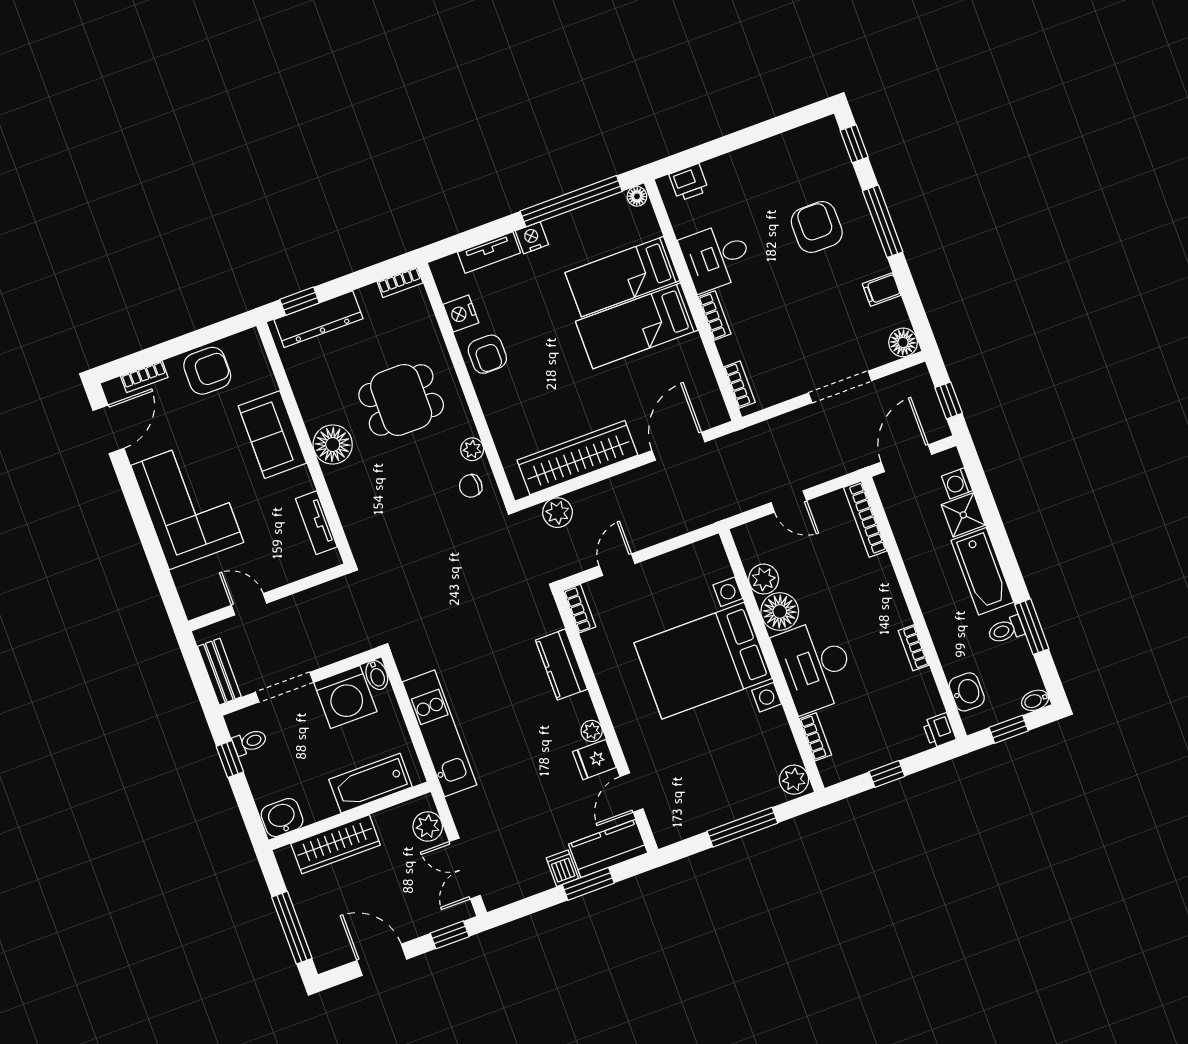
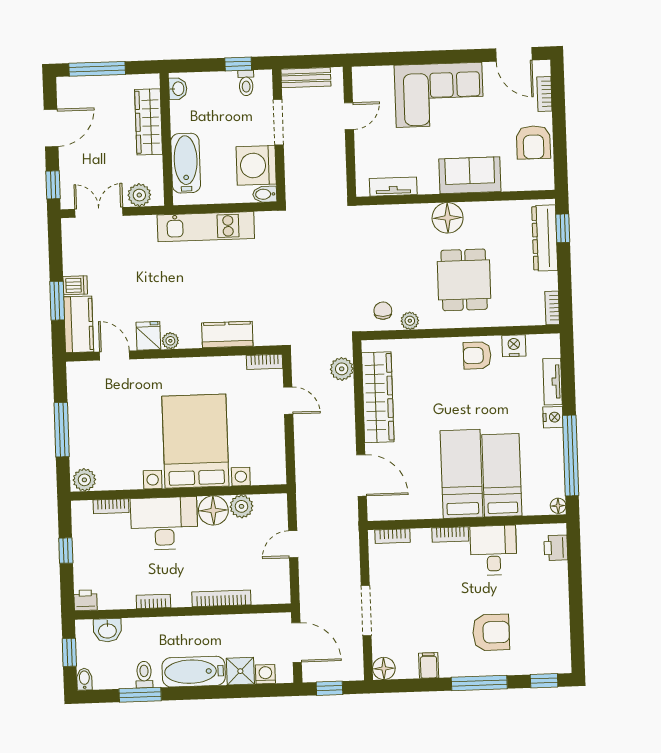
bookcase: (865, 519) -> (221, 598), moved
washbasin: (282, 818) -> (178, 89), width x0.72, depth x0.69

